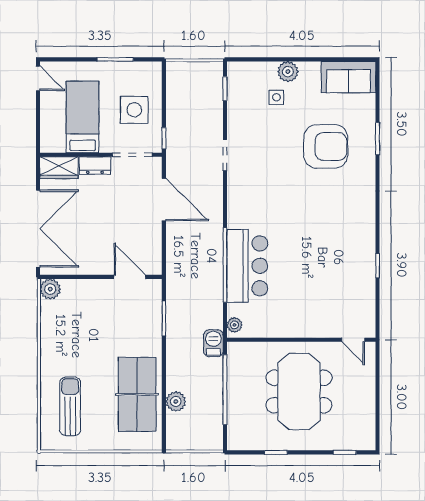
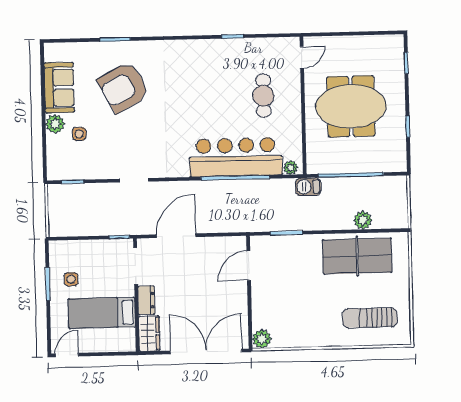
sofa: (348, 77) -> (59, 88), moved
side table: (134, 110) -> (71, 279), moved, width x0.54, depth x0.54
armchair: (326, 146) -> (123, 87), turned -118
bar counter: (247, 266) -> (236, 157), width x1.36
cafe table: (313, 297) -> (263, 96), added

